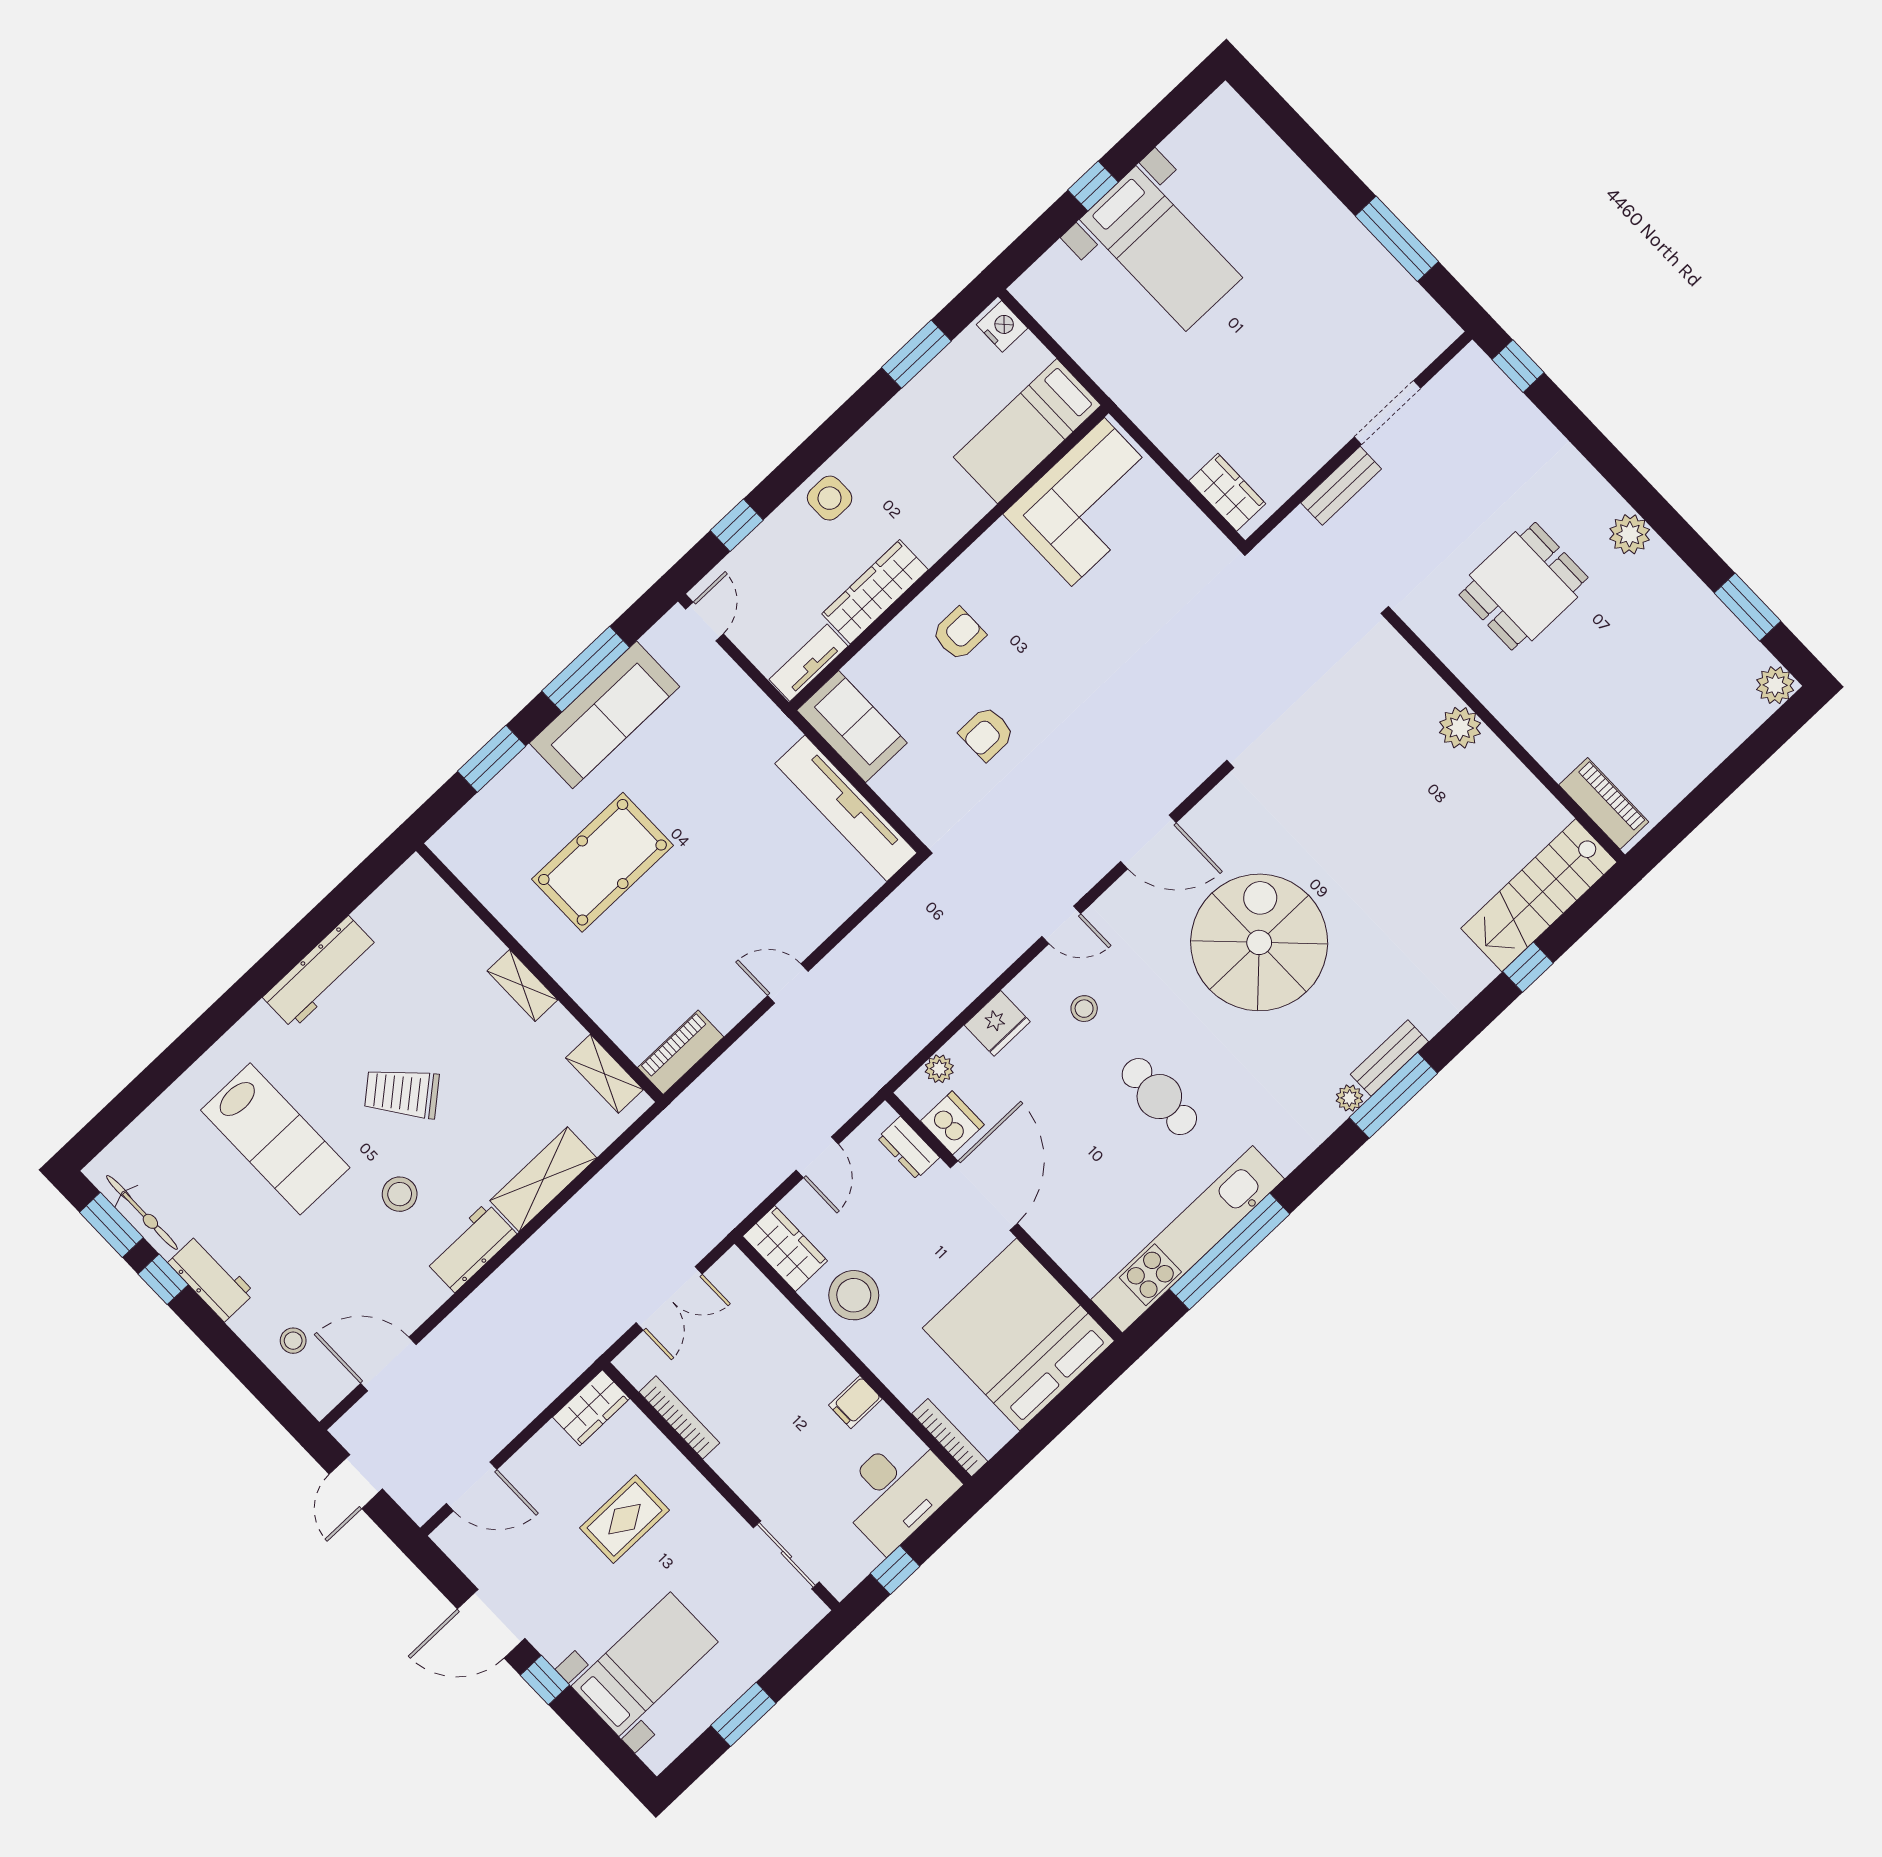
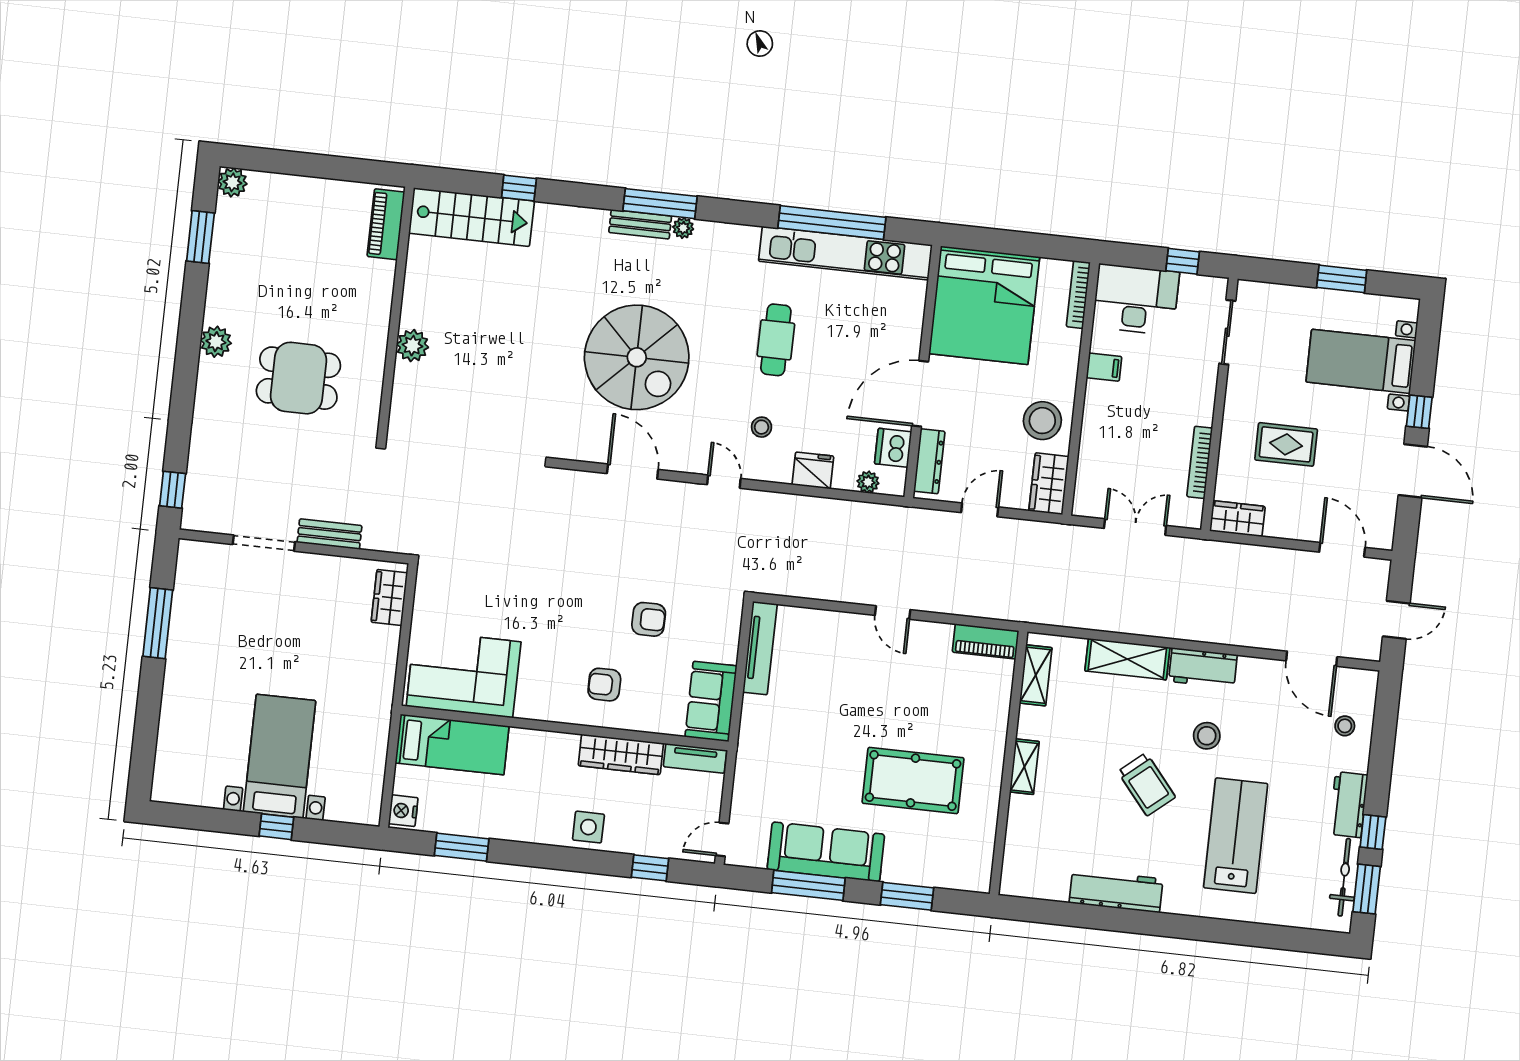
tv unit: (846, 808) -> (760, 648), width x0.73, depth x0.78
spiral stairs: (1259, 942) -> (637, 357), turned -90
dresser: (908, 1148) -> (929, 461), width x1.44

